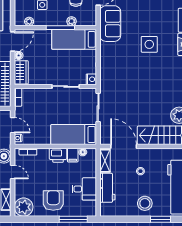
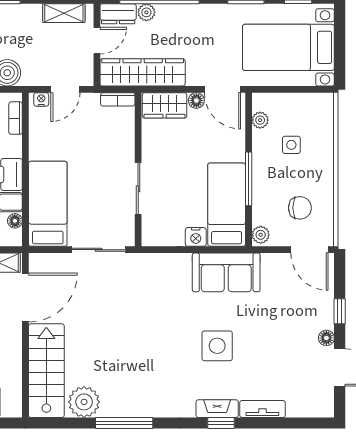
plant: (71, 21) -> (261, 235), moved
sofa: (110, 24) -> (226, 272), moved
nightstand: (91, 79) -> (196, 237), moved

